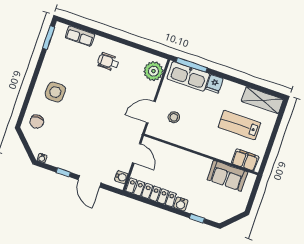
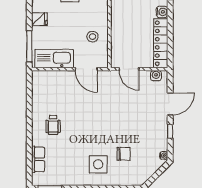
plant: (153, 71) -> (47, 80), removed
kitchen sink: (188, 76) -> (54, 59), moved, turned -90
stool: (174, 117) -> (92, 37), moved
chair: (37, 122) -> (124, 154), moved
door: (137, 153) -> (129, 69), swing flipped

